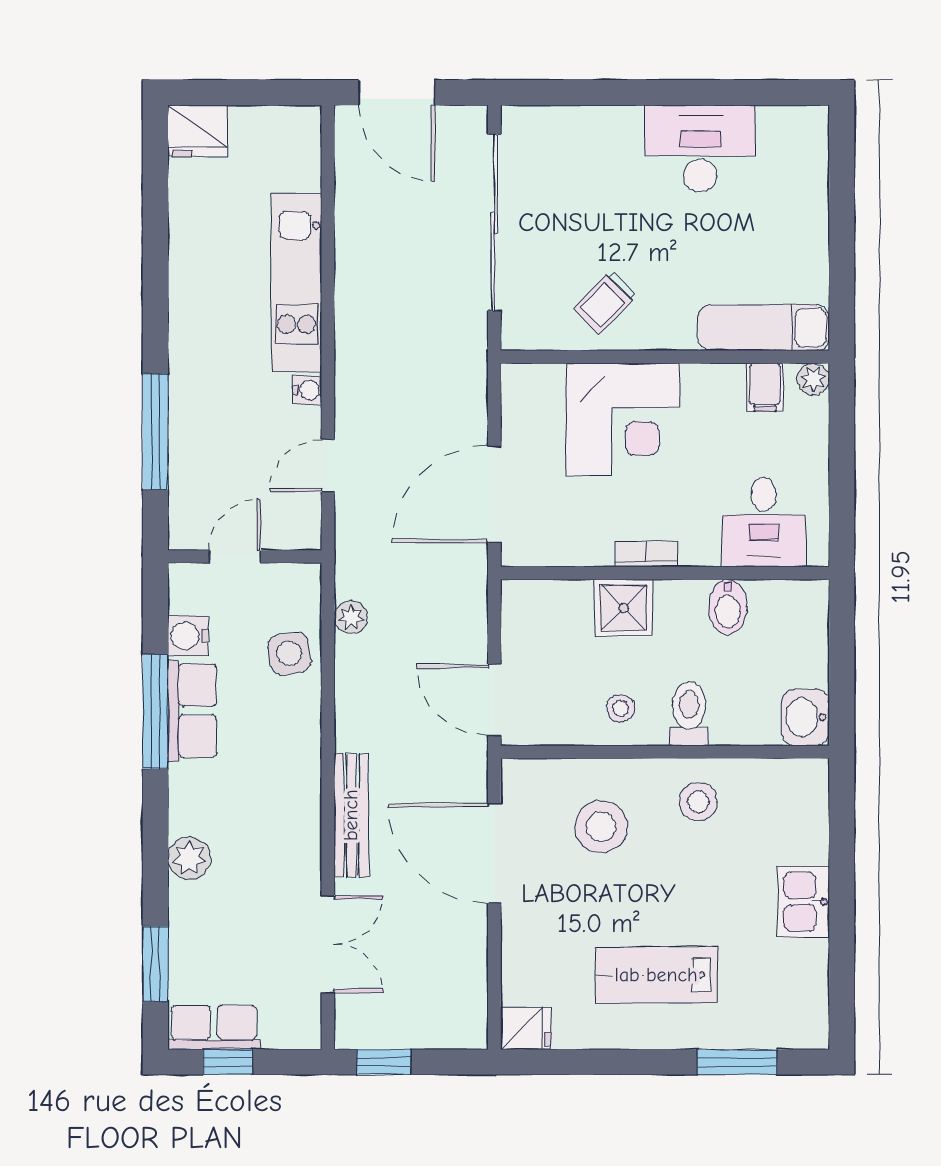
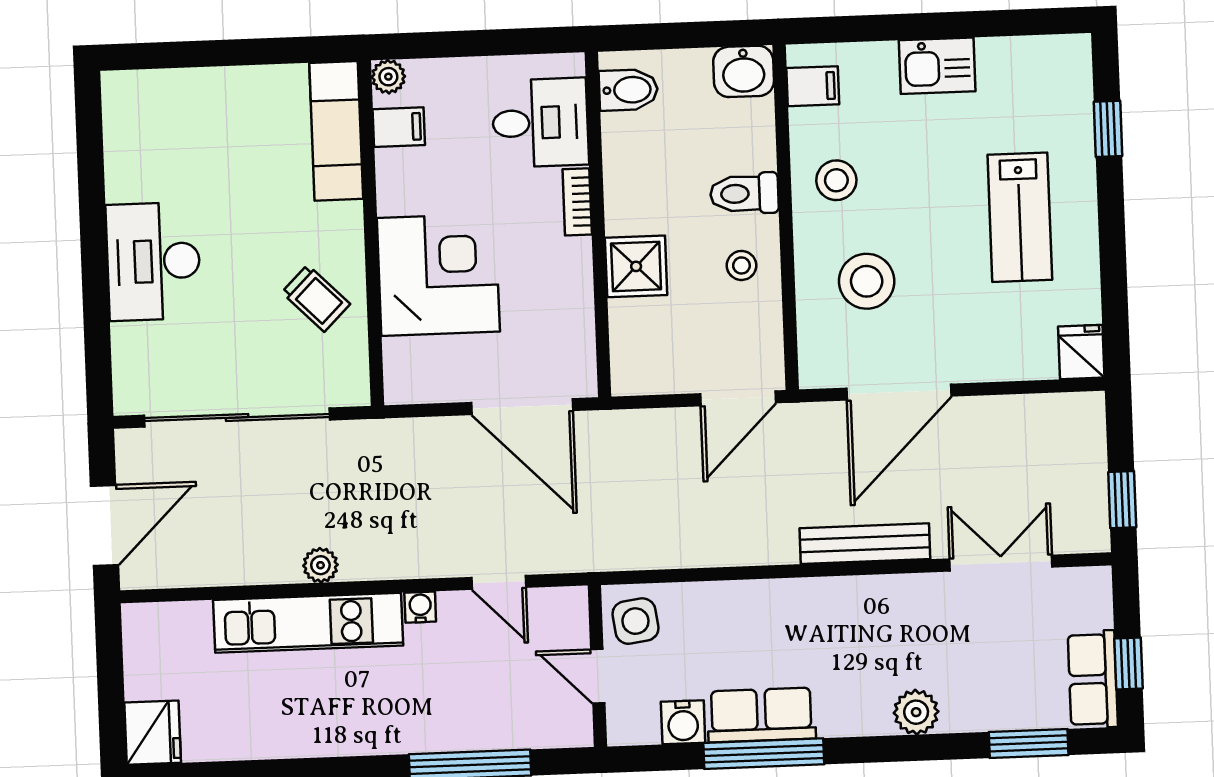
desk: (700, 149) -> (153, 261), moved
bookcase: (646, 554) -> (577, 202), moved
bidet: (728, 607) -> (628, 90), moved
plant: (351, 617) -> (320, 565), moved
side table: (289, 654) -> (635, 621), moved
filing cabinet: (789, 783) -> (813, 86), added
window: (737, 1062) -> (1108, 129), width x0.67

